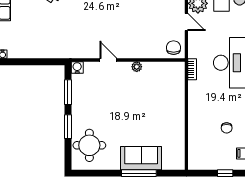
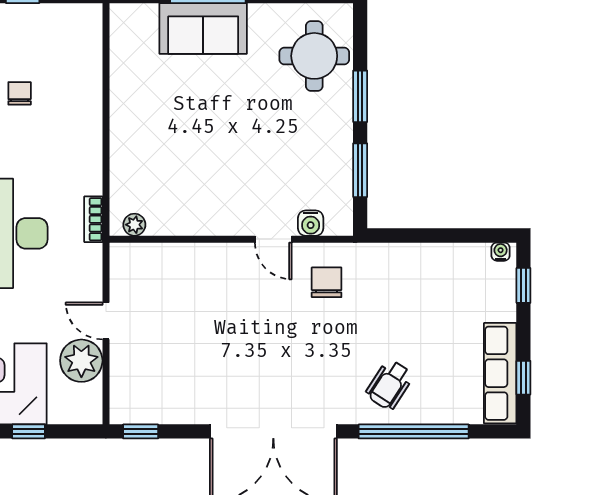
chair: (174, 48) -> (327, 282), moved, turned 180
plant: (137, 67) -> (134, 225), moved
water cooler: (77, 68) -> (311, 223), moved

